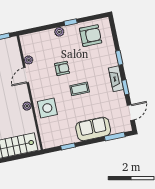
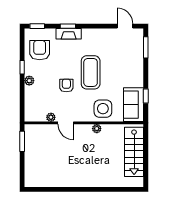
fireplace: (116, 79) -> (69, 34), moved
window: (125, 87) -> (37, 26), moved
coffee table: (80, 89) -> (91, 72), width x1.86, depth x1.72
sofa: (93, 129) -> (133, 105), moved

